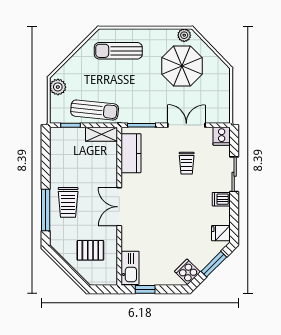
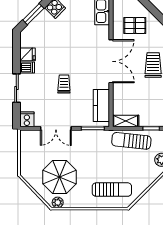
trolley: (187, 163) -> (64, 84), moved
double door: (119, 207) -> (111, 61), width x1.37
fridge: (221, 233) -> (27, 54), moved

